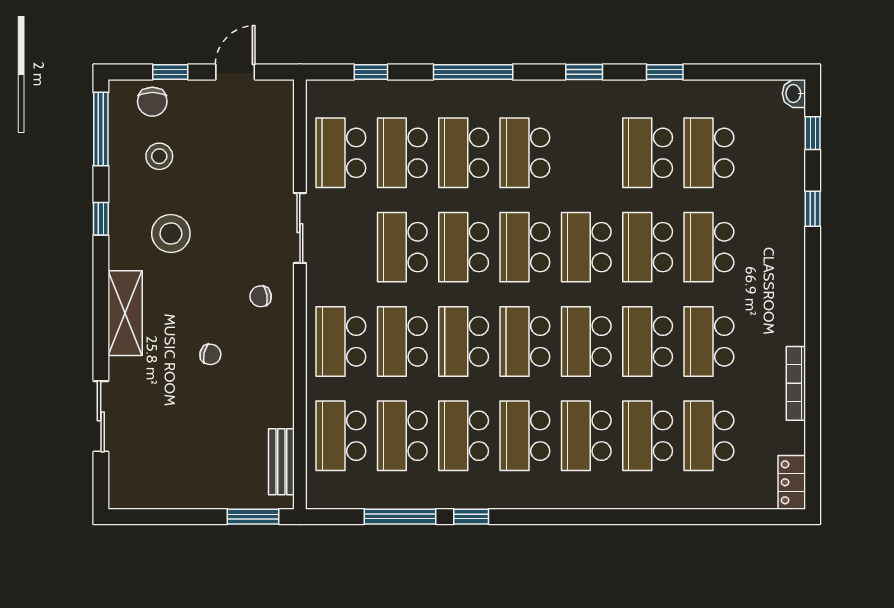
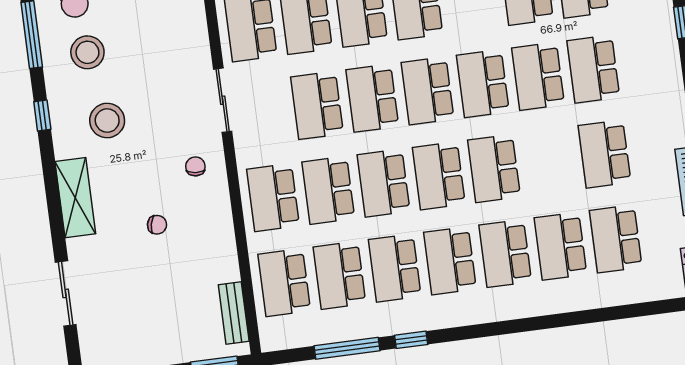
stool: (159, 156) -> (87, 52), width x1.38, depth x1.38
chair: (261, 296) -> (195, 166), turned 104
school desk: (648, 341) -> (549, 161), removed

